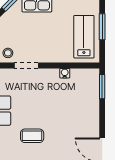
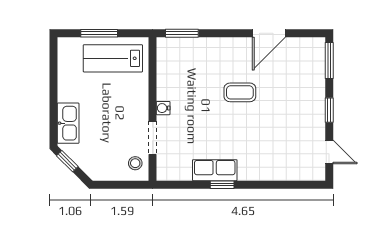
water cooler: (65, 73) -> (163, 108), moved
coffee table: (32, 136) -> (240, 92), moved, turned 90

